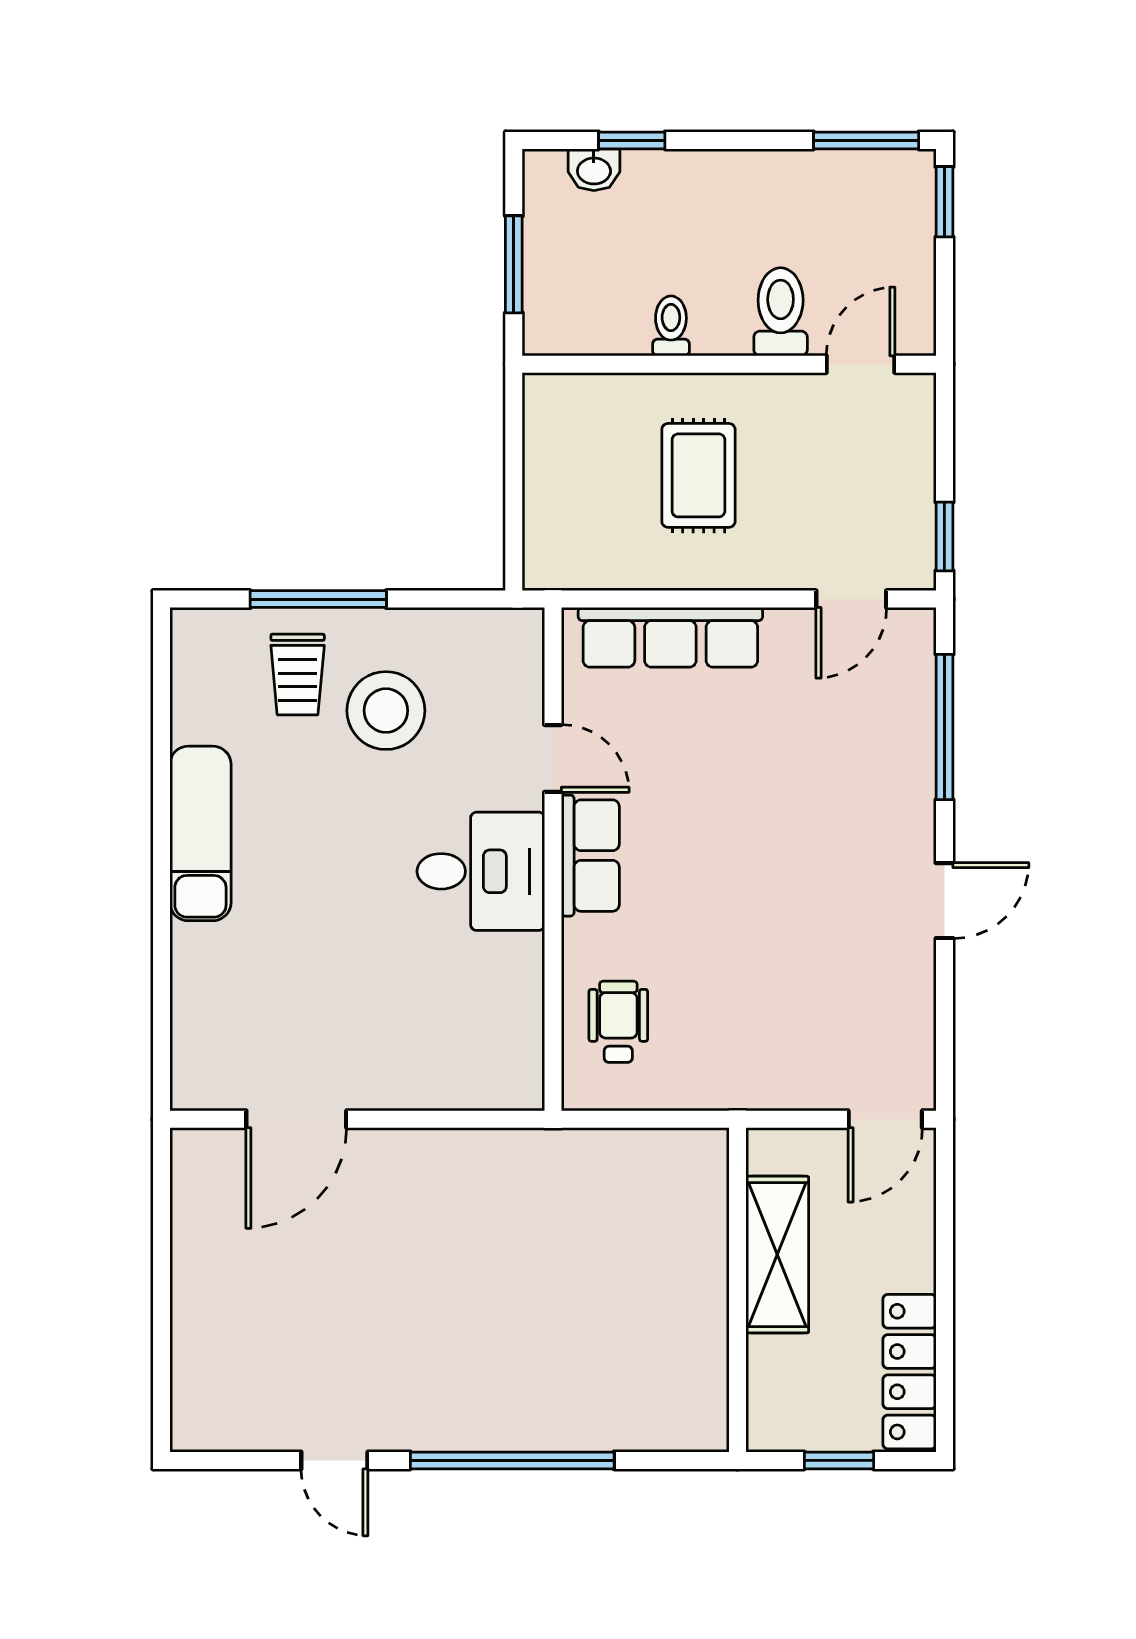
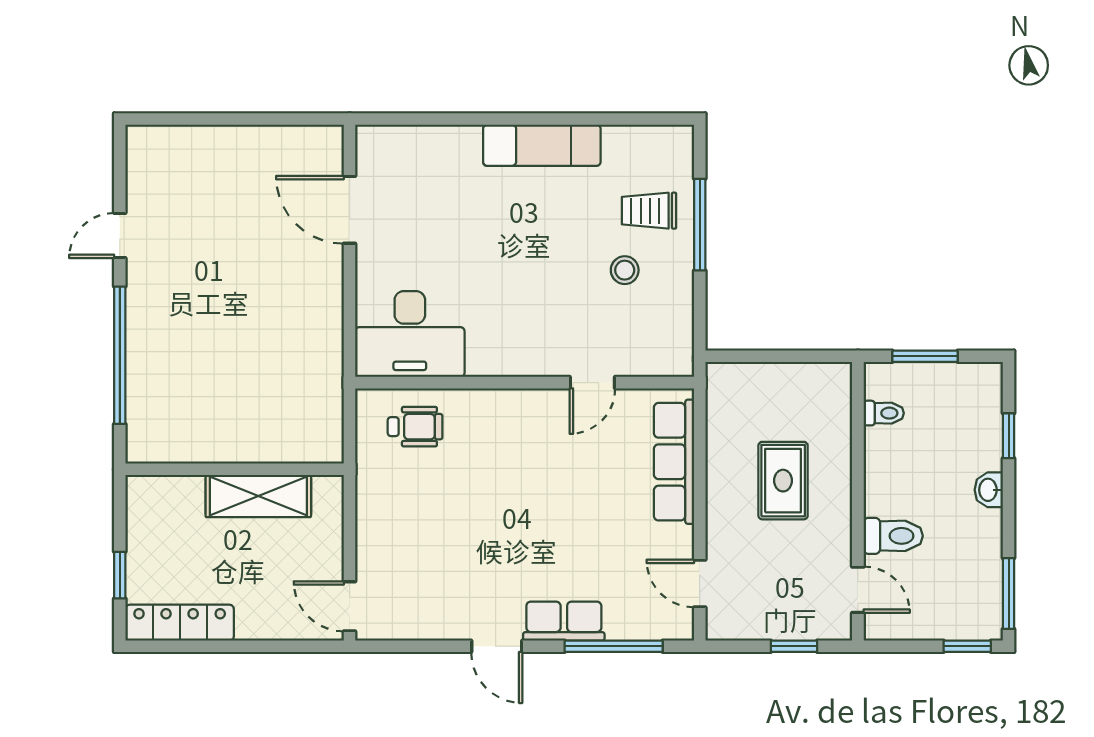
washbasin: (594, 170) -> (989, 490), moved
toilet: (671, 326) -> (884, 413), moved
rug: (698, 475) -> (783, 481), turned 90
window: (944, 537) -> (794, 646), moved
stool: (386, 711) -> (625, 270), width x0.53, depth x0.53
row of seats: (590, 856) -> (564, 621), moved, turned 180
desk: (481, 871) -> (410, 334), moved, width x1.37
shelving: (777, 1255) -> (258, 496), moved
wall: (738, 1290) -> (235, 469), moved

